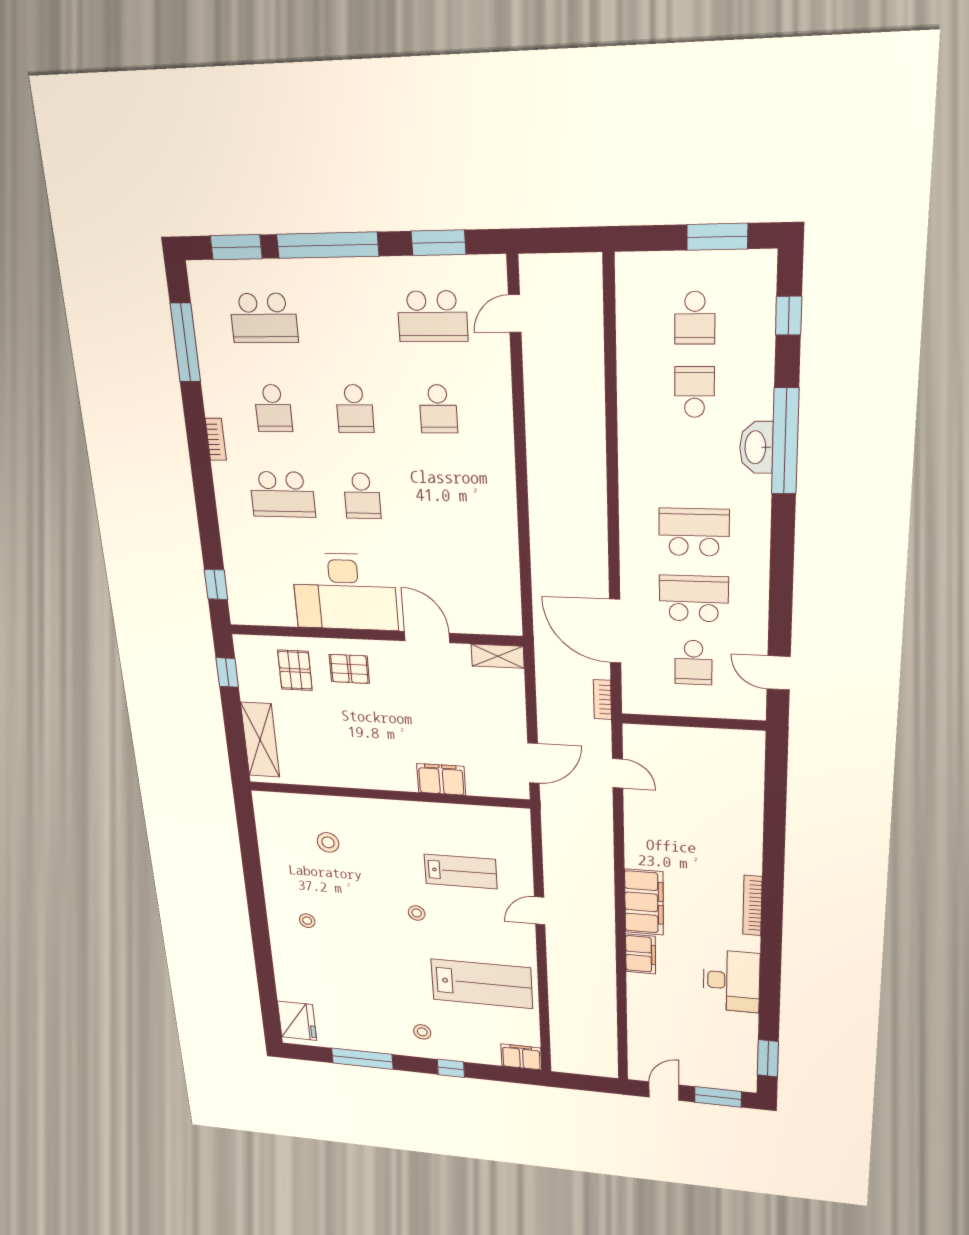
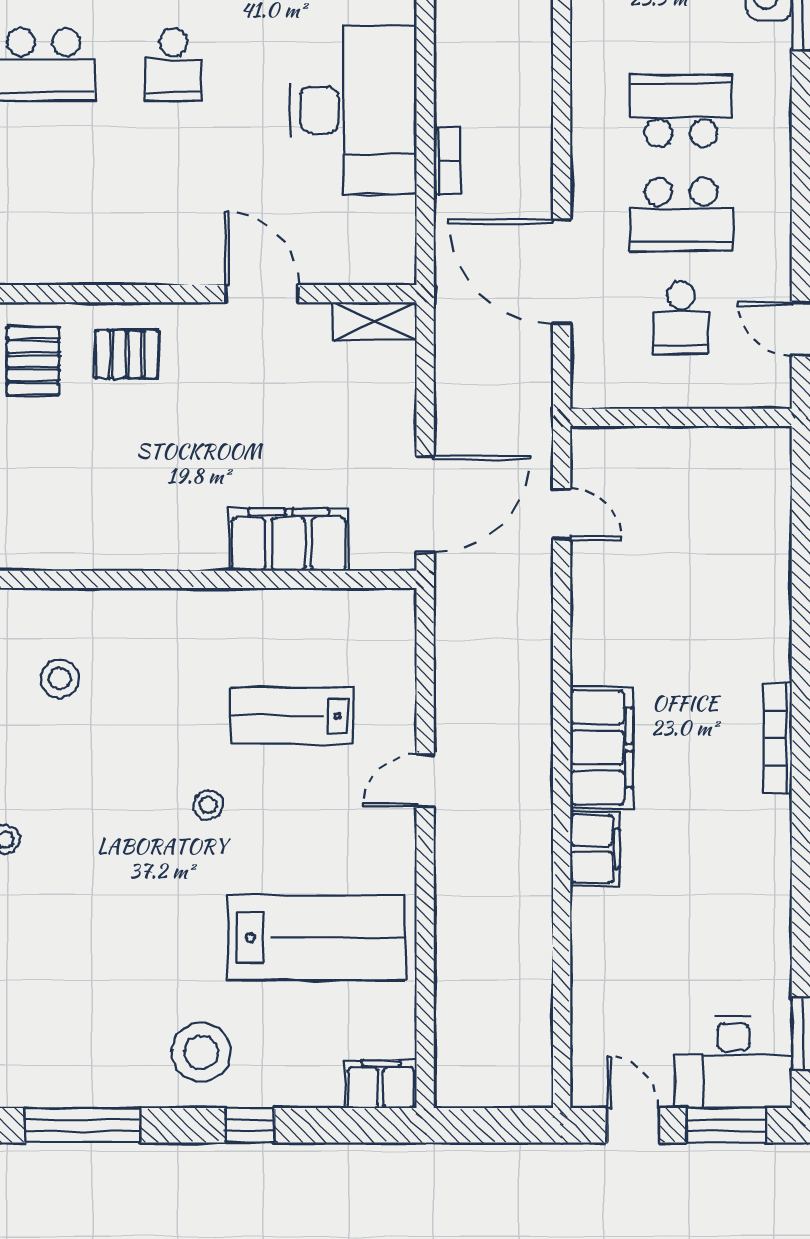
desk: (345, 592) -> (354, 110), moved, turned -90
school desk: (694, 598) -> (681, 214), turned 180
bookcase: (602, 700) -> (447, 161), moved, turned 180
door: (533, 763) -> (425, 504), width x1.36
filing cabinet: (441, 779) -> (289, 540), width x1.50, depth x1.17
lab bench: (461, 871) -> (292, 716), turned 180
desk: (731, 981) -> (733, 1062), moved, turned 90
stool: (422, 1032) -> (201, 1052), width x1.89, depth x1.89
door: (664, 1091) -> (633, 1125), hinge flipped

